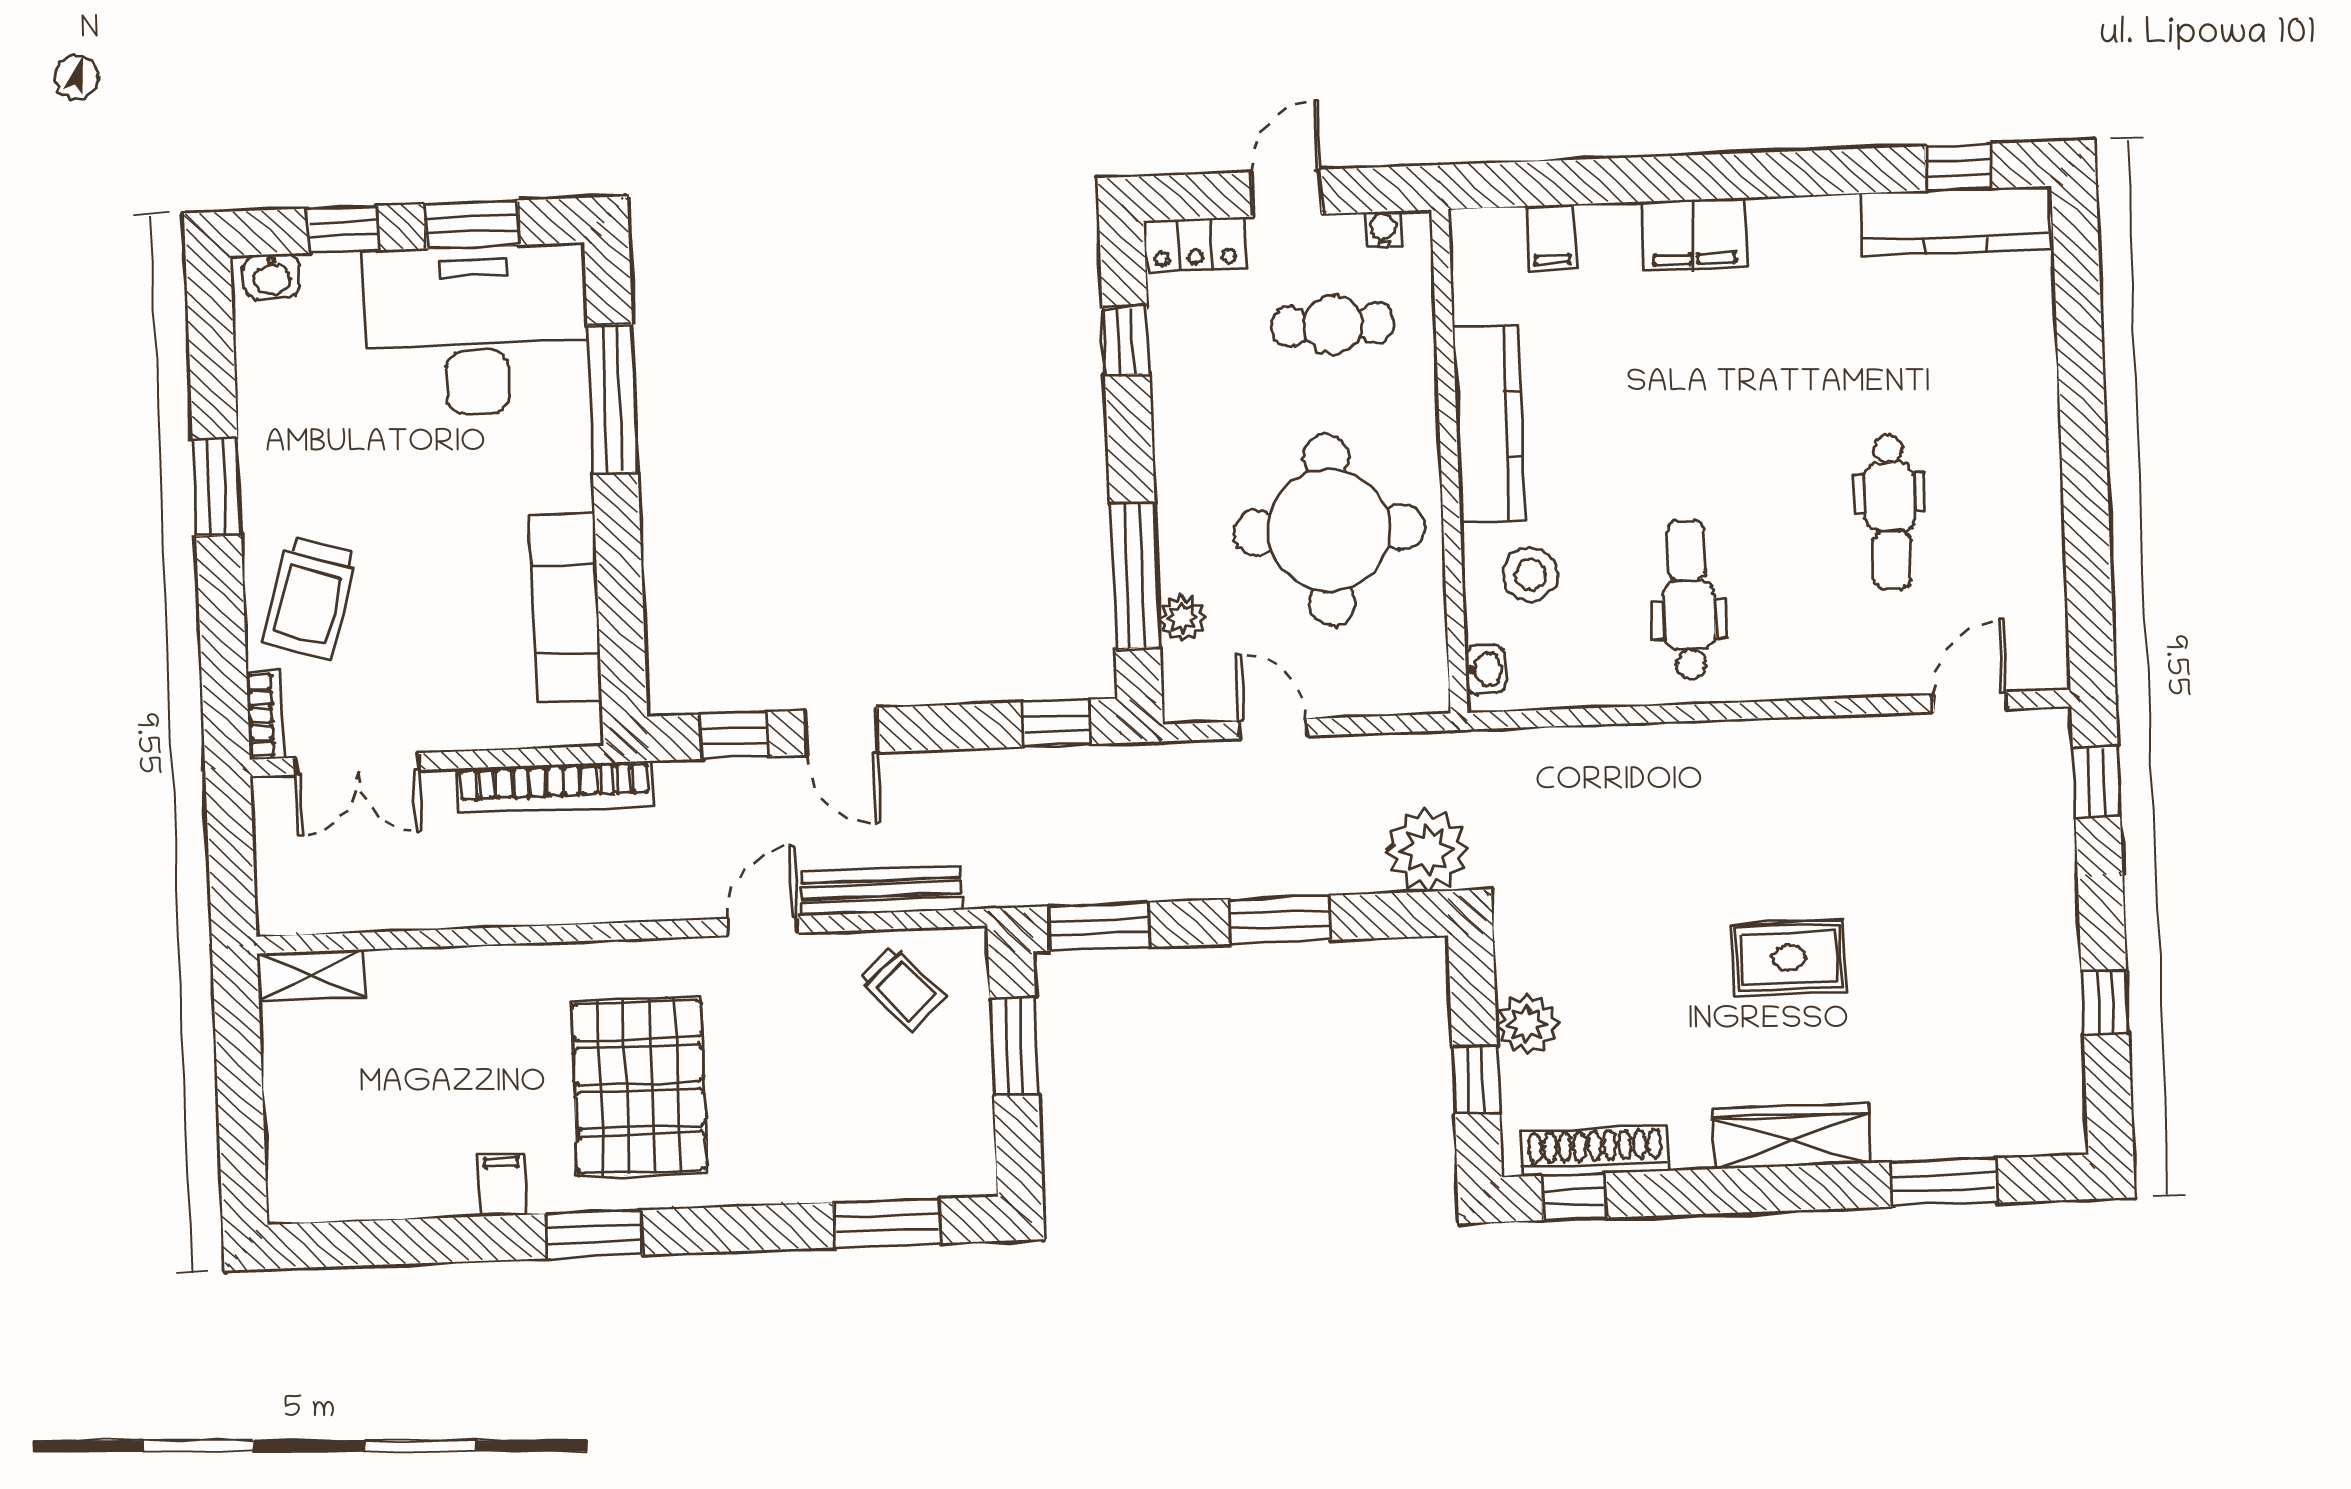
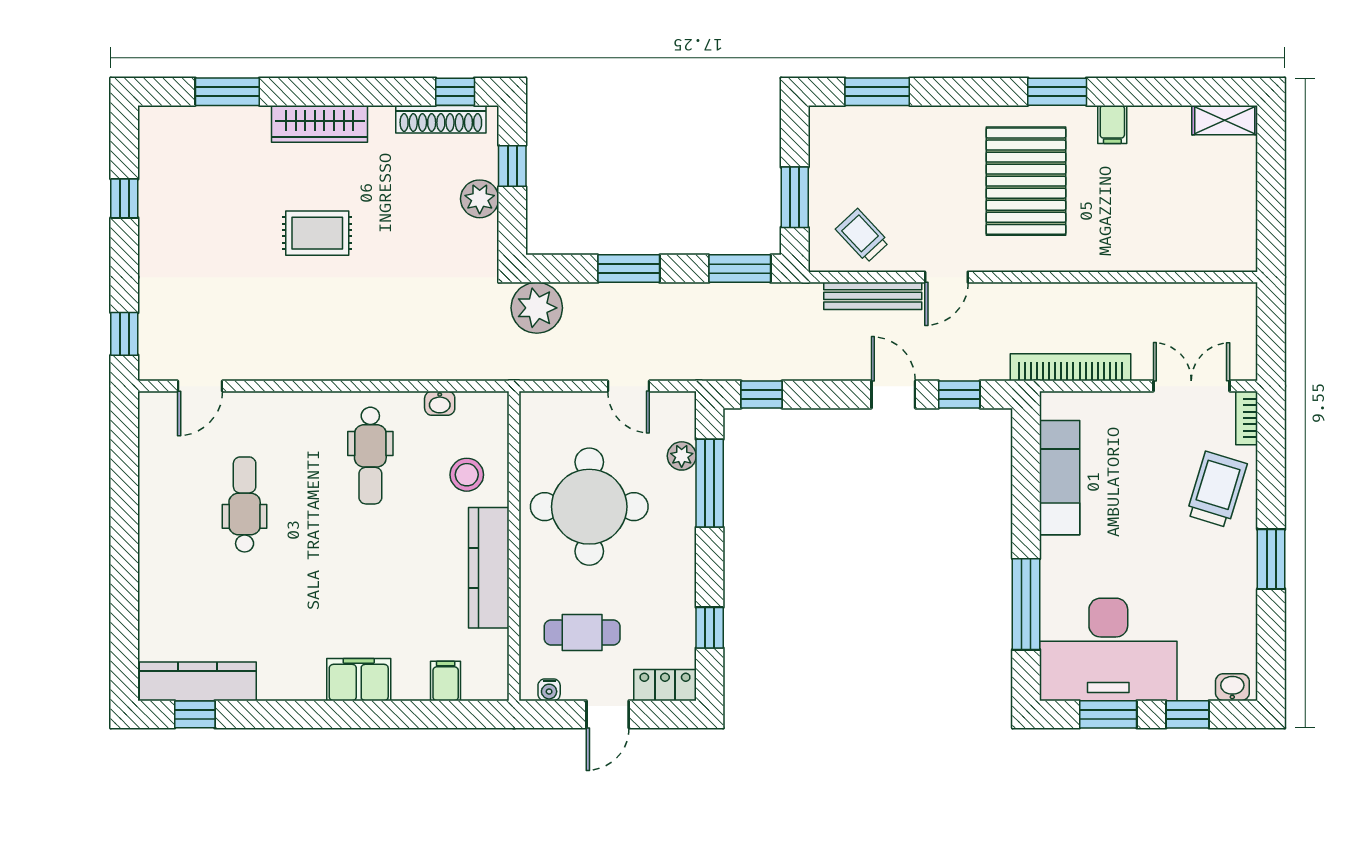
washbasin: (1485, 669) -> (440, 403), moved, turned -90
shelving: (311, 975) -> (1225, 120), moved

